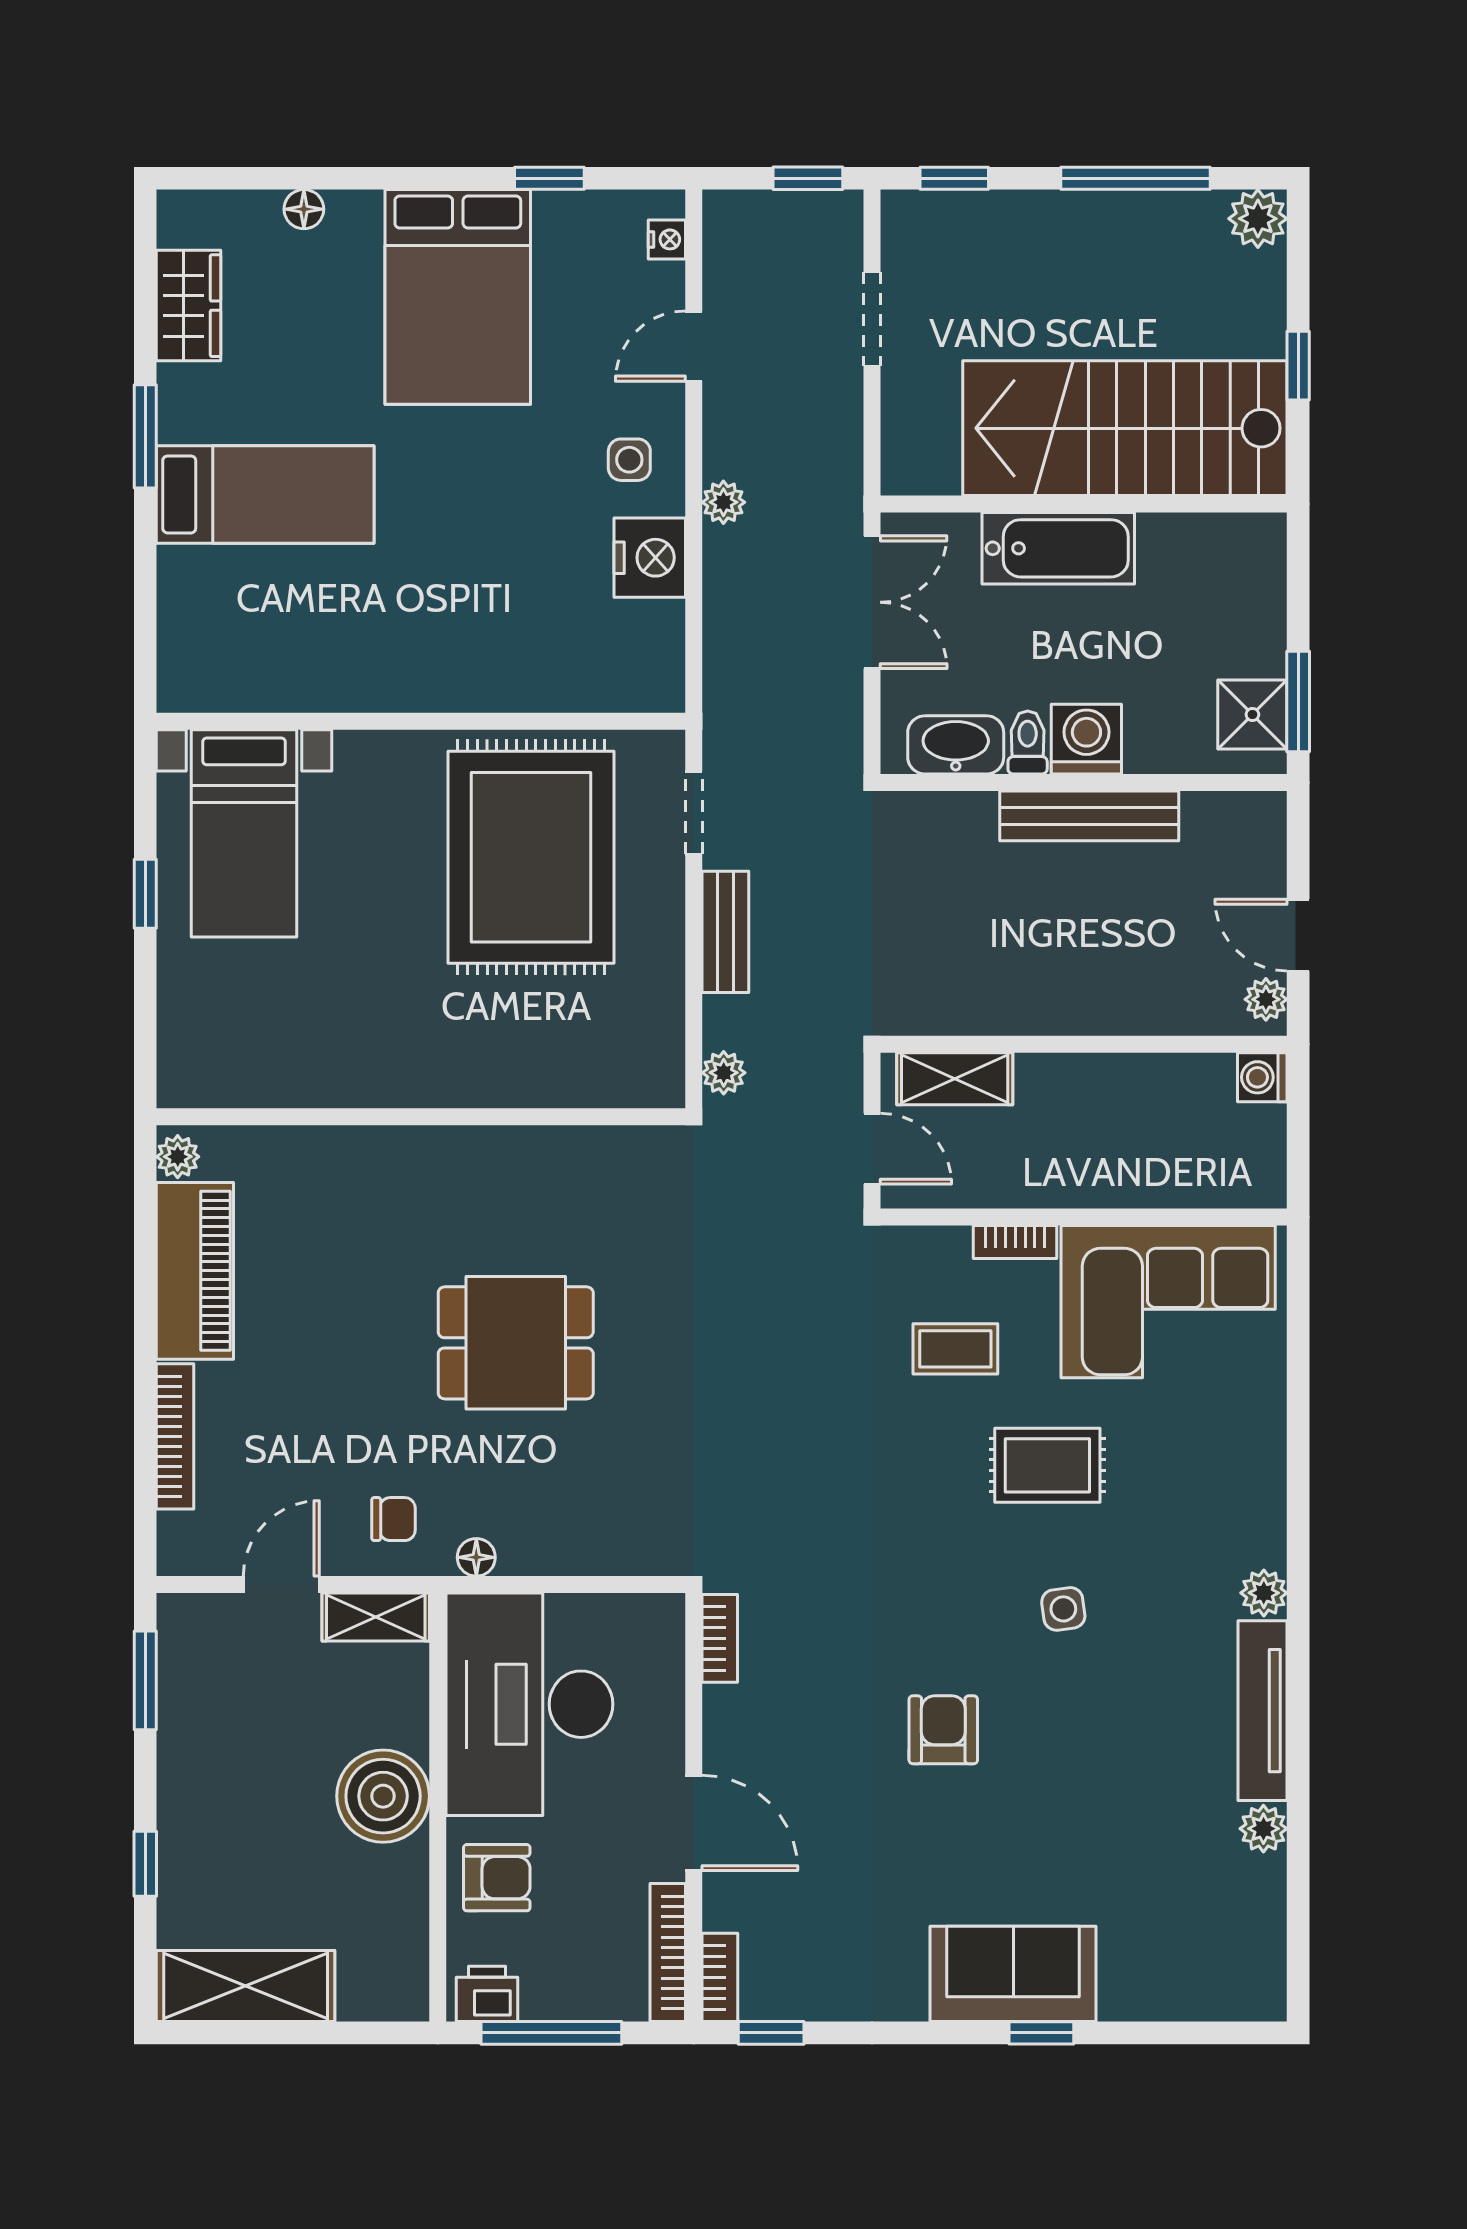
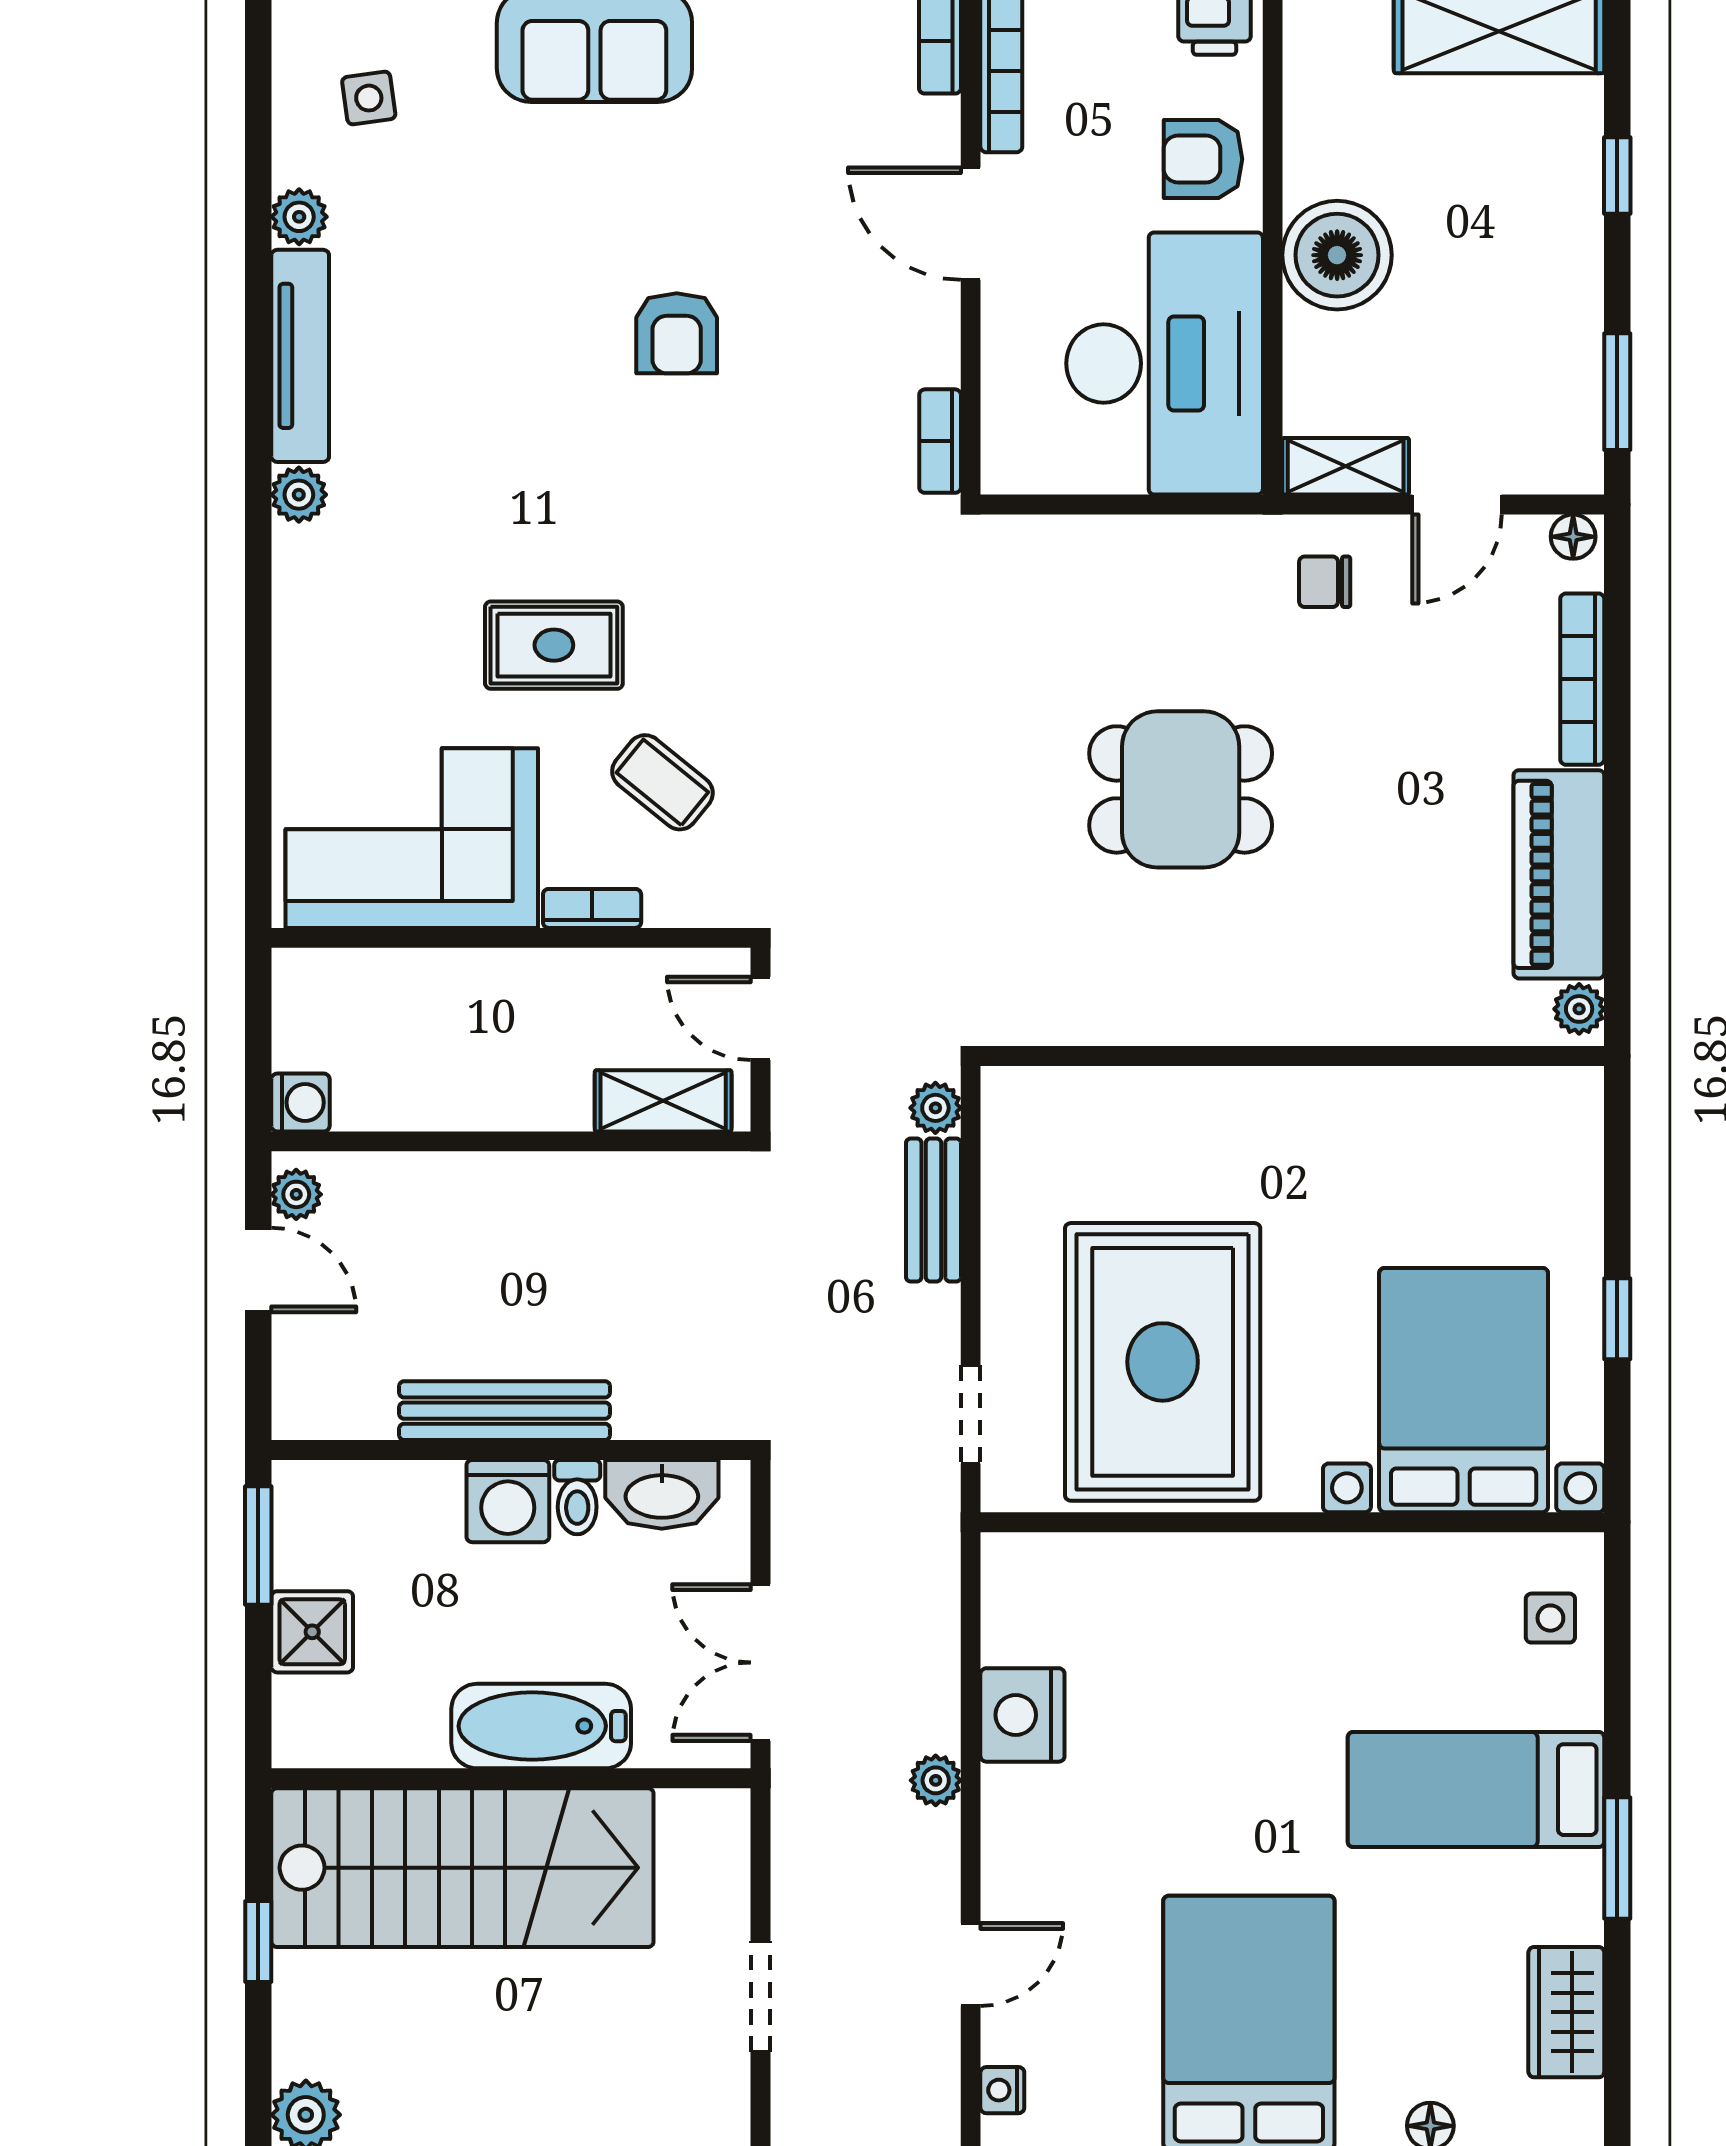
side table: (629, 460) -> (1550, 1618), moved
shower: (1252, 714) -> (312, 1632), moved
bed with nightstands: (244, 833) -> (1464, 1390), width x1.36
bench: (725, 932) -> (933, 1210), moved
coffee table: (955, 1349) -> (662, 782), turned 39
floor lamp: (476, 1557) -> (1573, 537), moved
side table: (1063, 1609) -> (369, 98), moved

